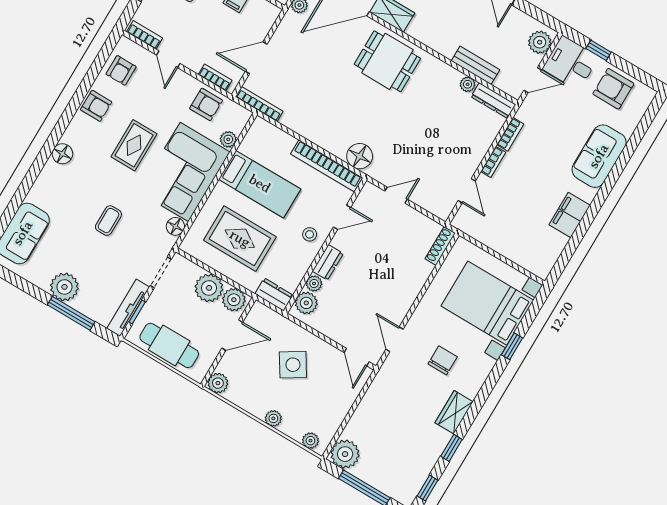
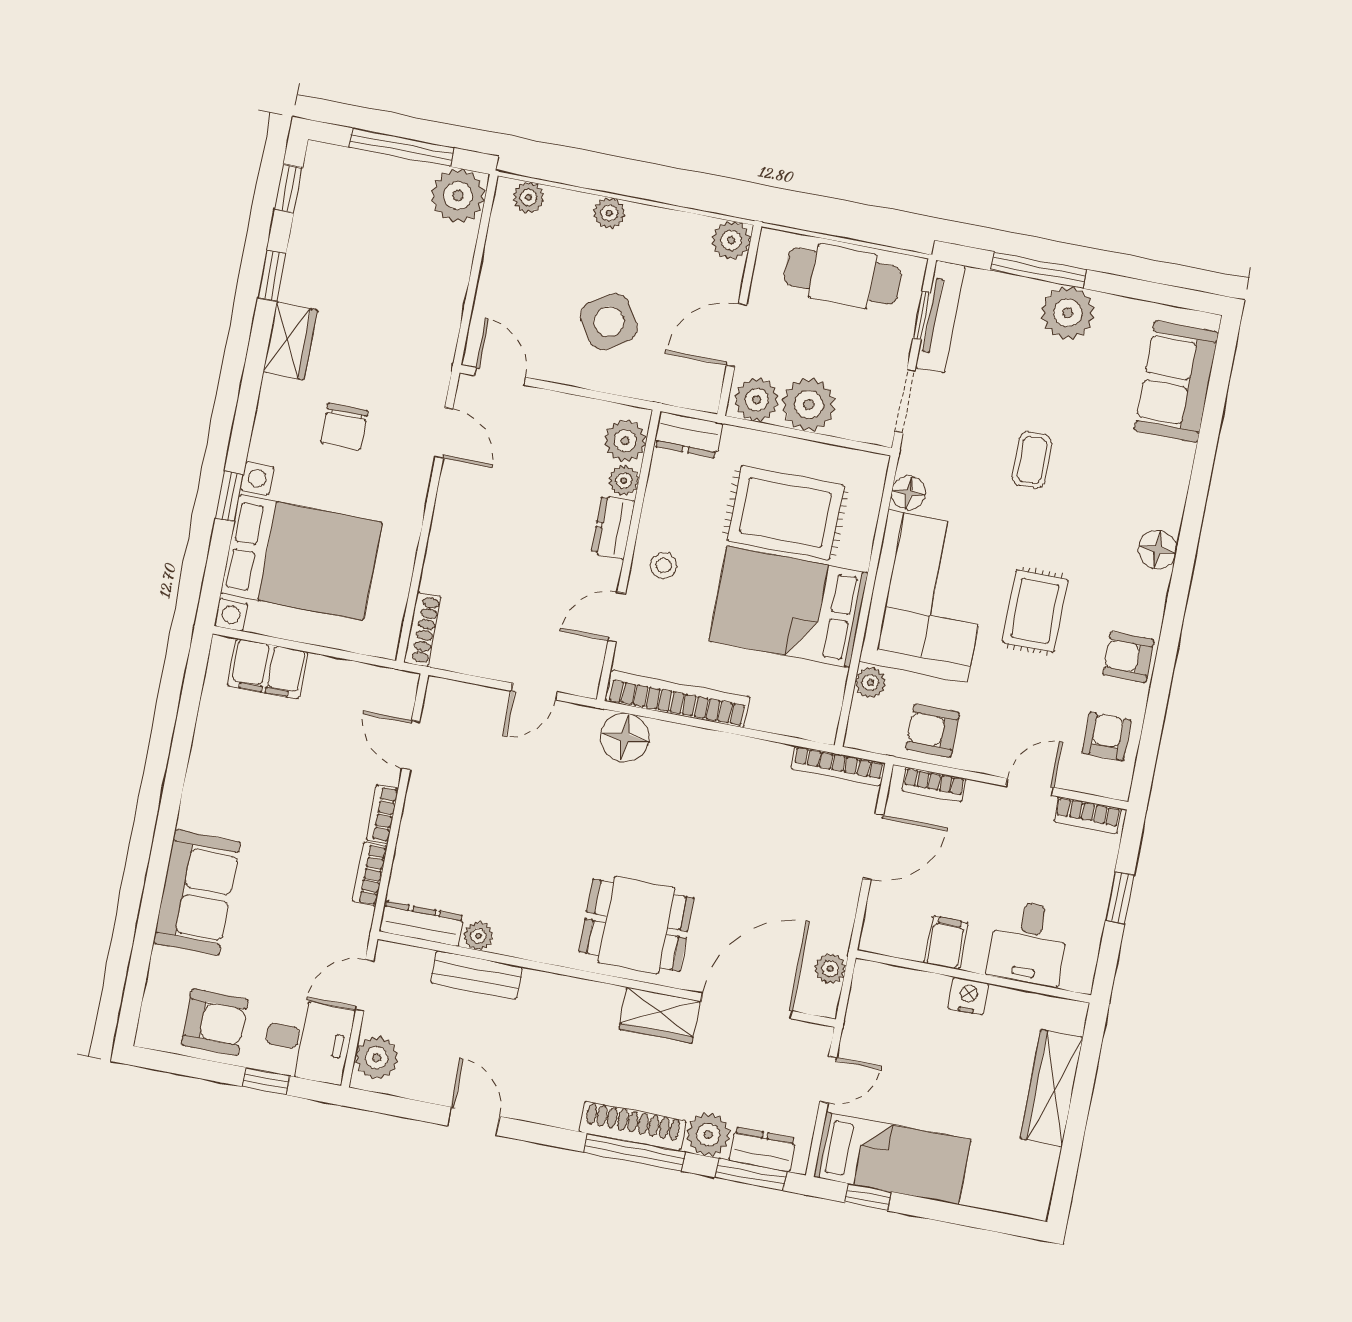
door: (168, 59) -> (1030, 787), hinge flipped
bed: (260, 184) -> (788, 607), width x1.50
filing cabinet: (570, 215) -> (268, 669), moved, turned 90

